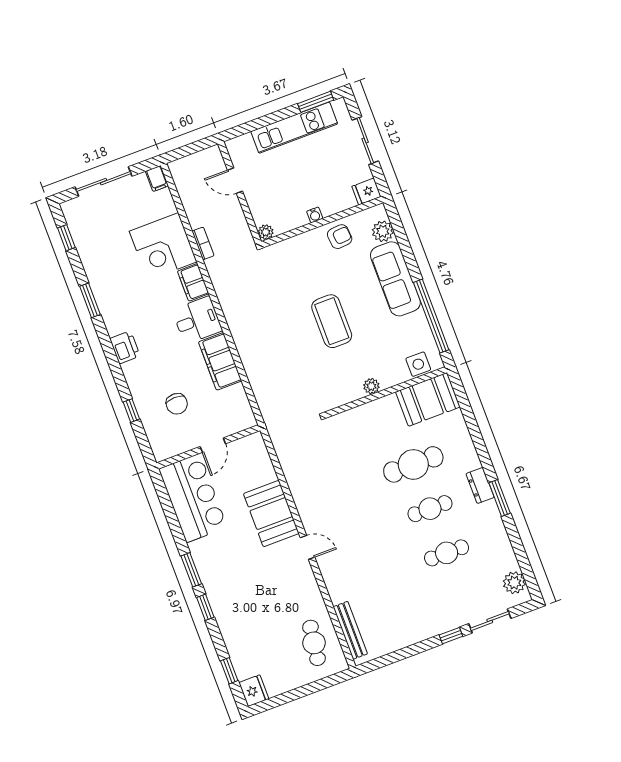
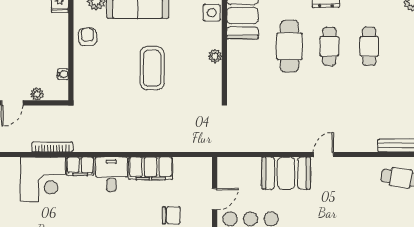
water cooler: (315, 215) -> (63, 74), moved
plant: (266, 232) -> (37, 94), moved
bookcase: (203, 243) -> (52, 147), width x1.56
coffee table: (332, 321) -> (152, 68), turned 90
door: (213, 445) -> (215, 199), hinge flipped

